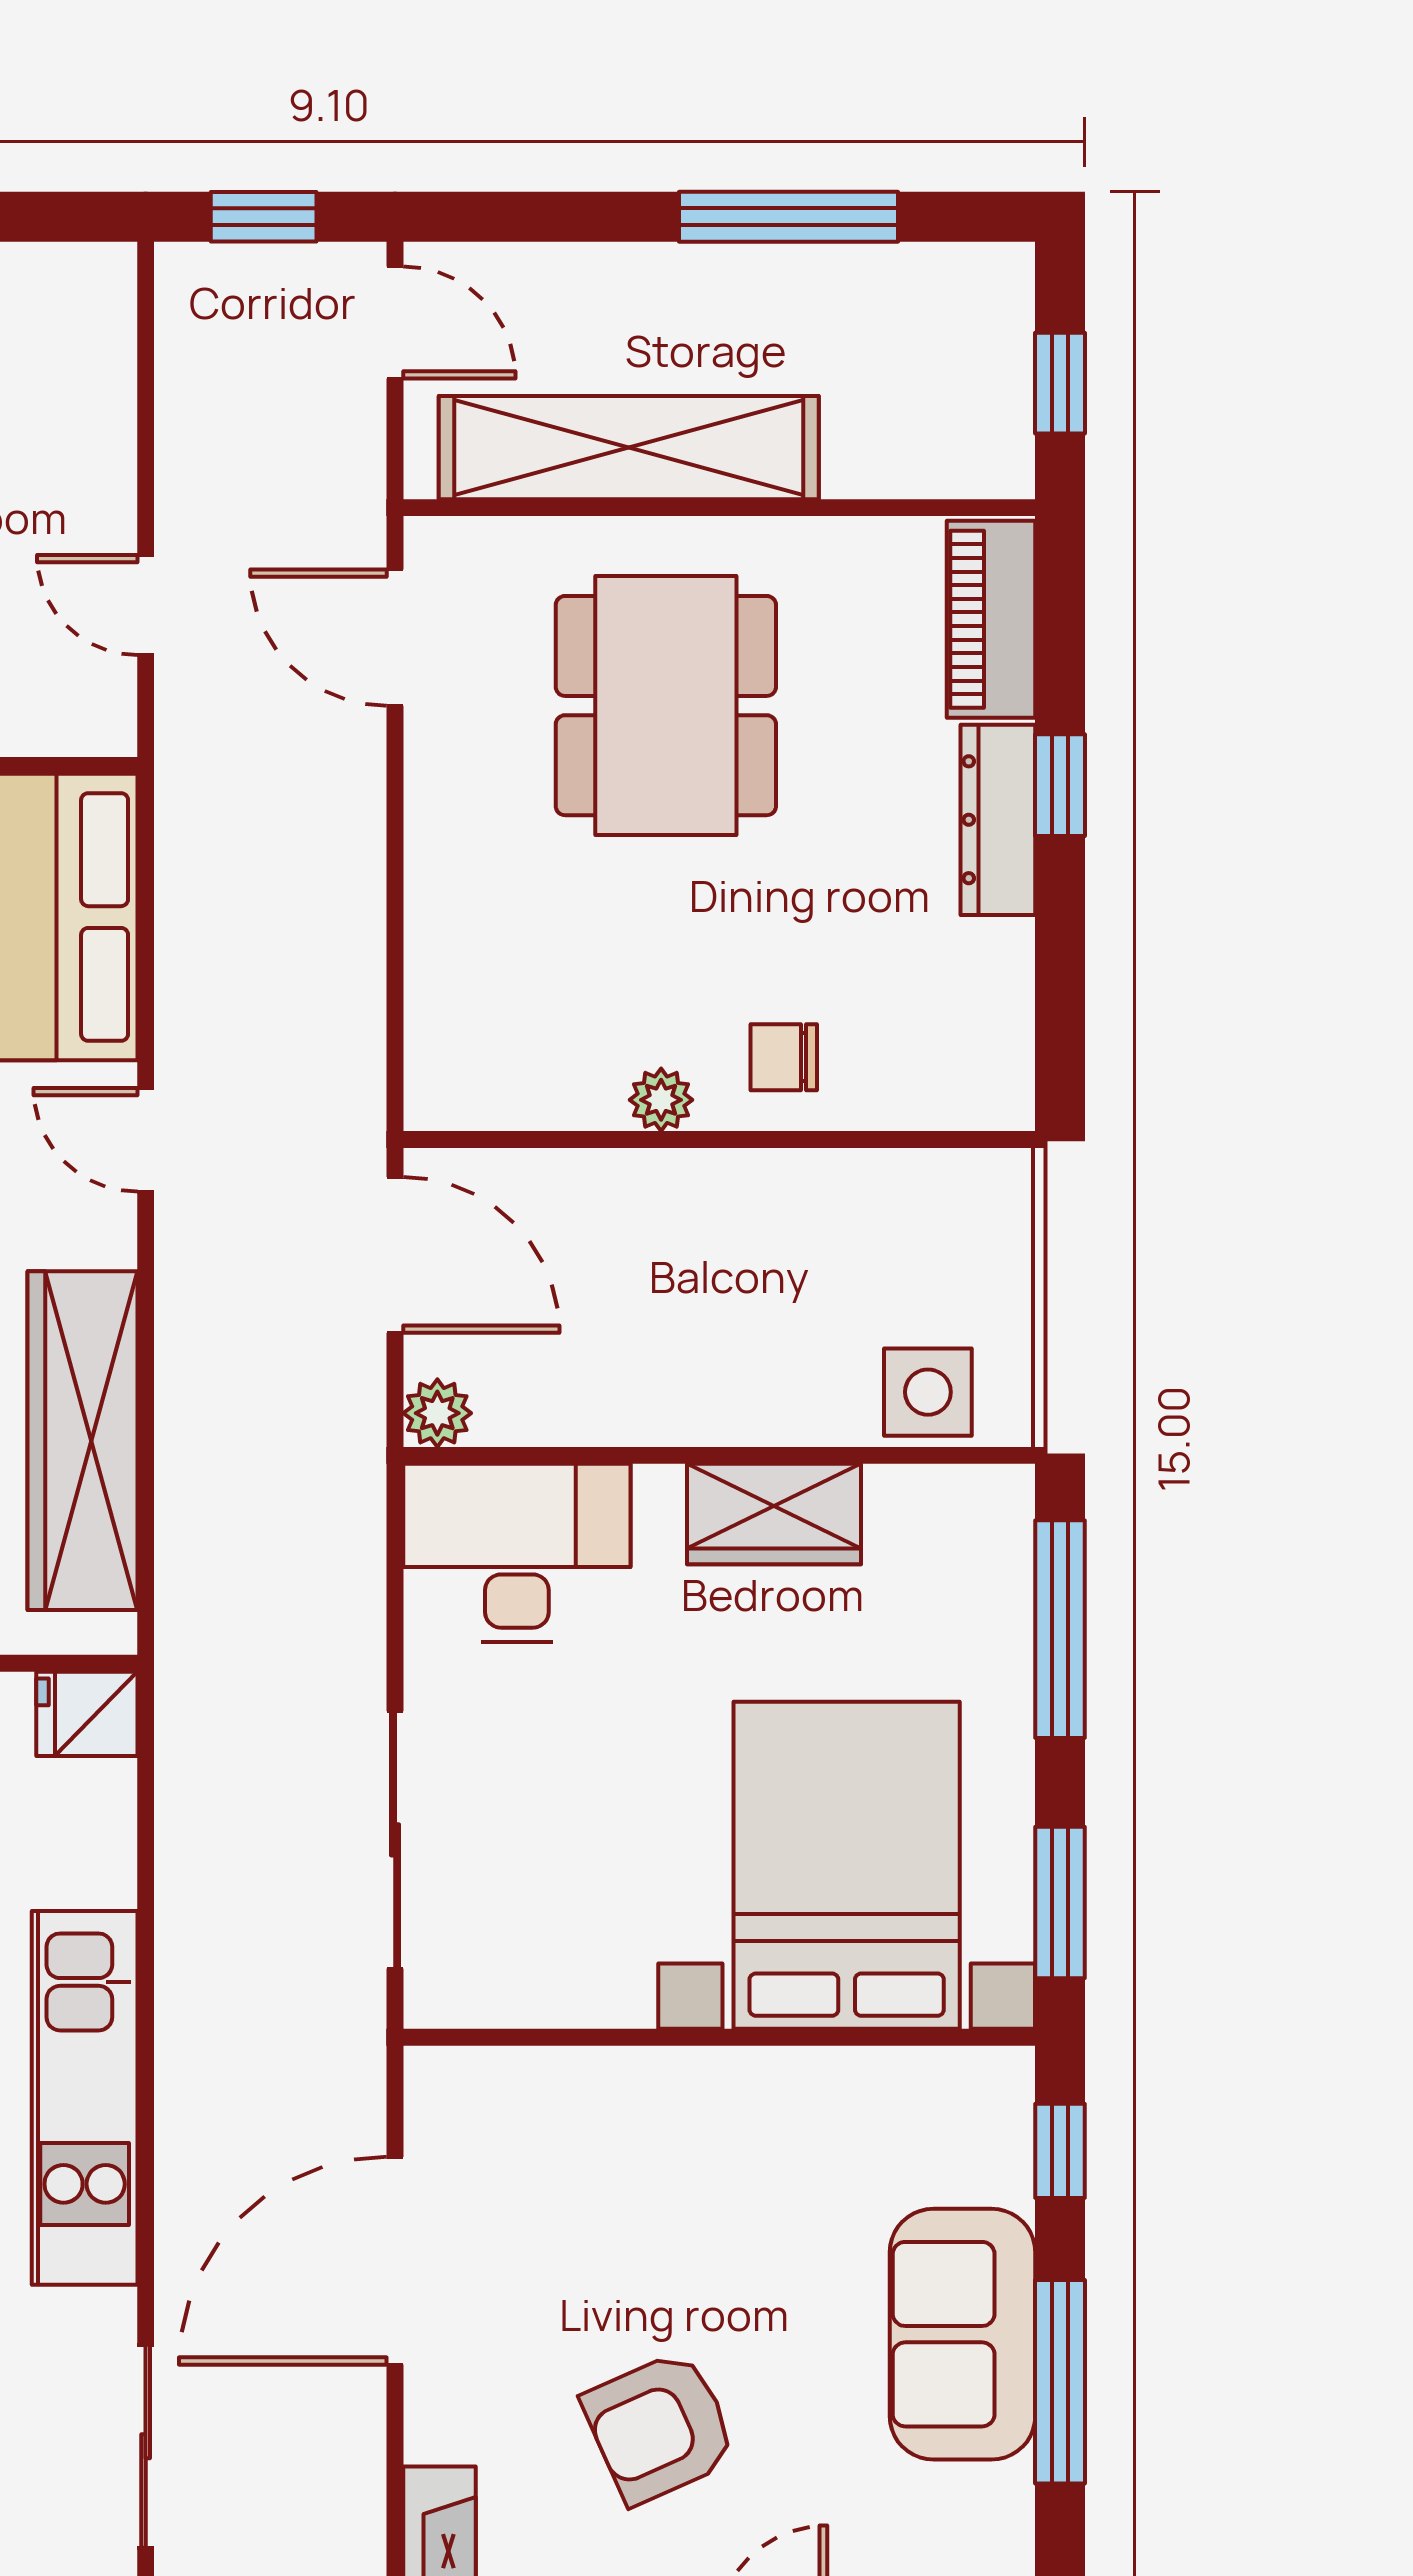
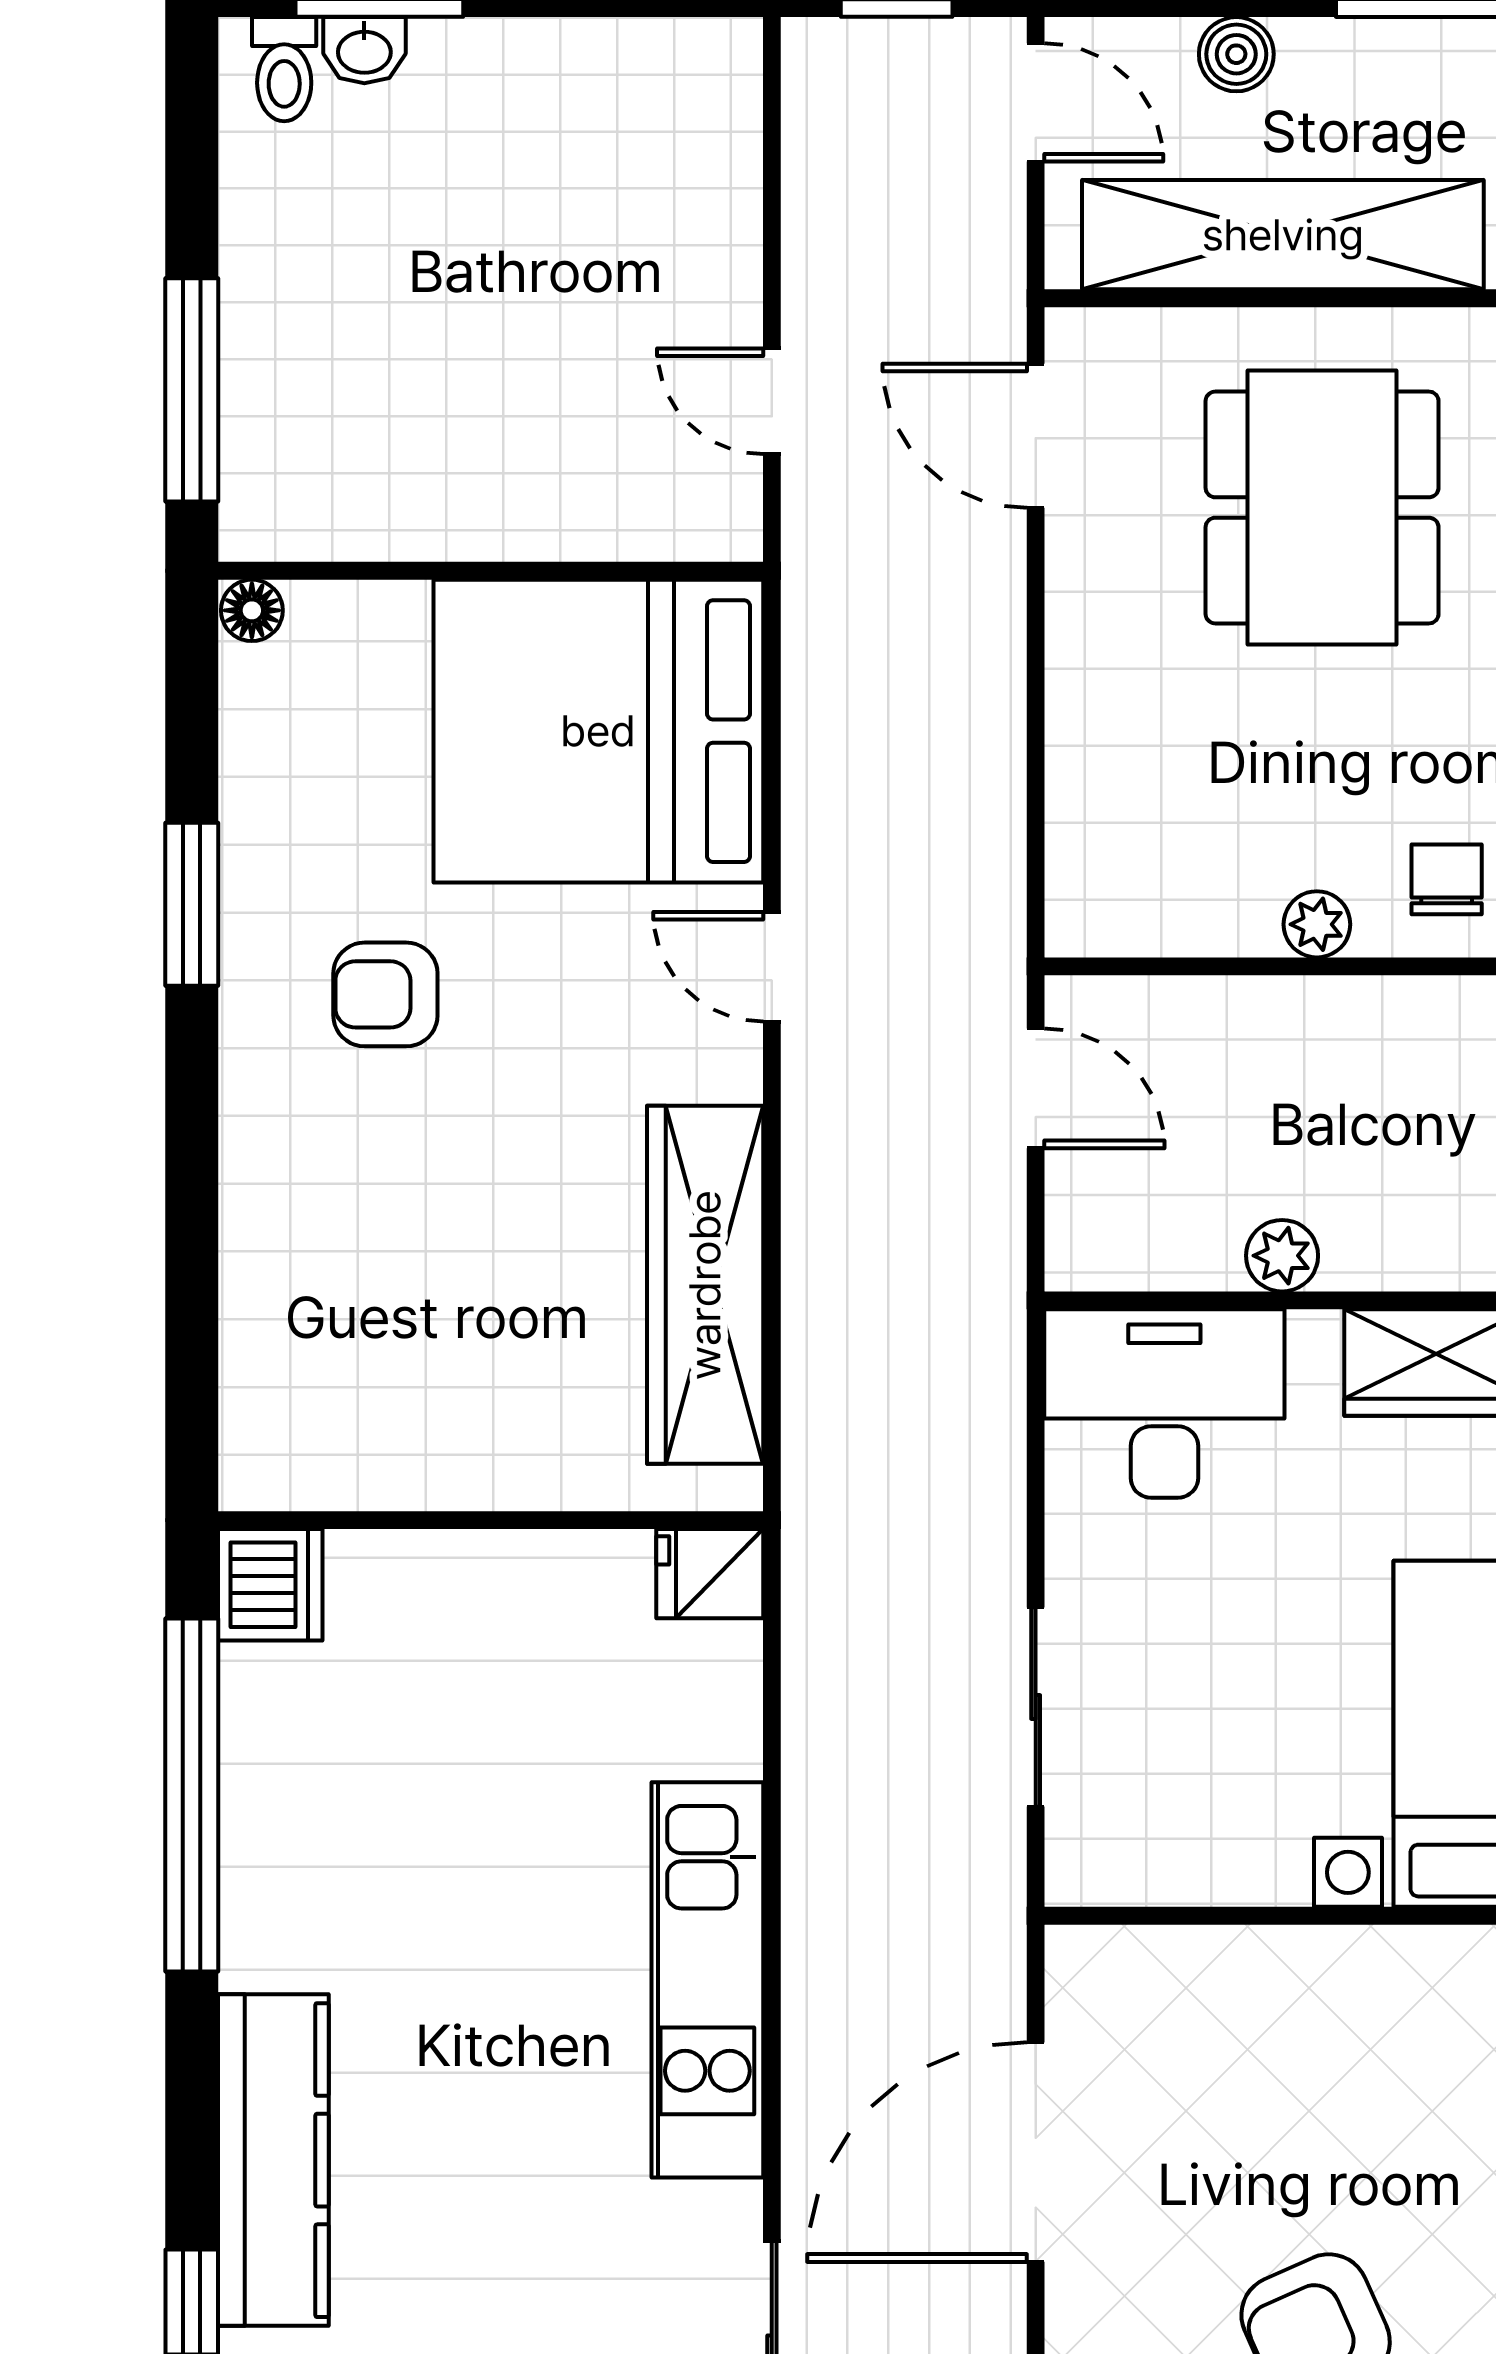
boiler: (585, 277) -> (1236, 54), added
chair: (784, 1057) -> (1447, 879), turned 90
door: (395, 1255) -> (1036, 1088), width x0.73
plant: (437, 1413) -> (1282, 1256), moved
sliding door: (395, 1840) -> (1036, 1707), width x0.73

